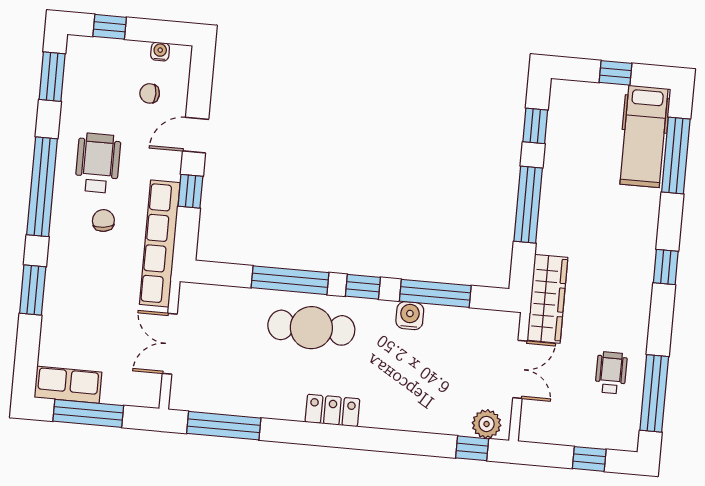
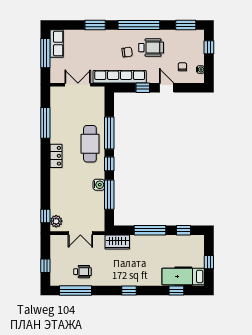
window: (676, 156) -> (176, 291), width x0.46
wardrobe: (547, 299) -> (117, 242), width x0.67
window: (224, 426) -> (45, 123), moved

